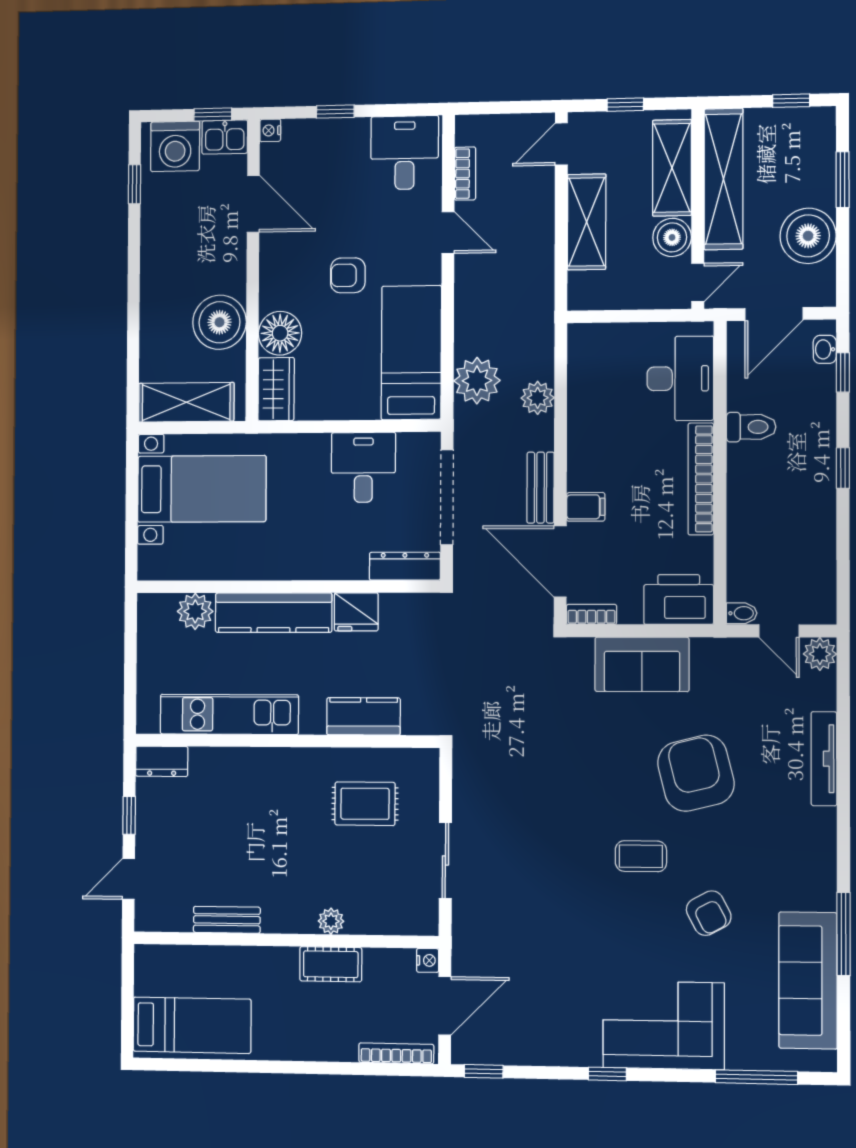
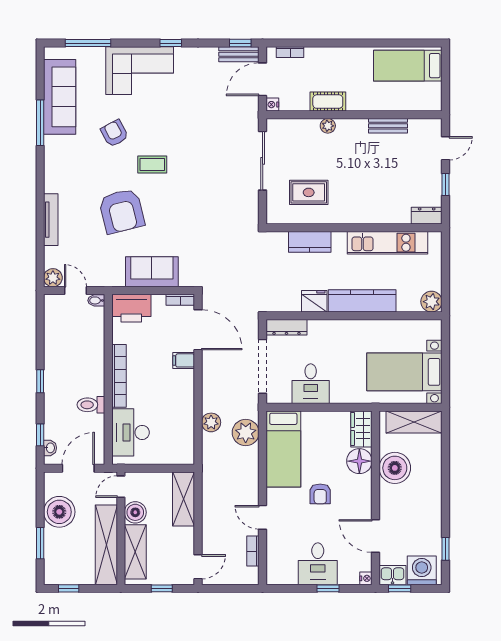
desk: (405, 153) -> (318, 564), moved
shelving: (587, 222) -> (184, 499), moved
armchair: (348, 275) -> (320, 494), turned 90
bench: (541, 488) -> (239, 54), moved, turned 90
plant: (195, 611) -> (431, 302), moved
sliding door: (445, 860) -> (263, 161), width x1.37
bookcase: (396, 1053) -> (290, 52), width x0.64

